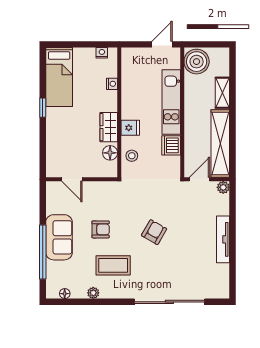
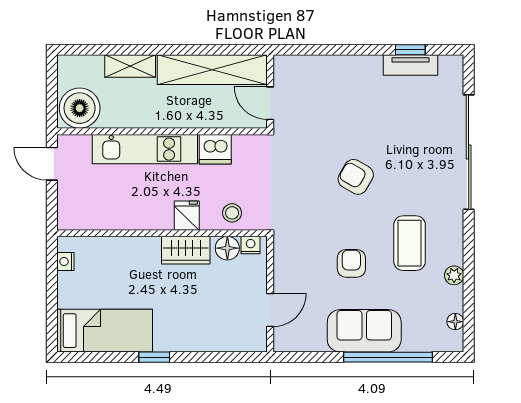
nightstand: (112, 84) -> (251, 245), moved
plant: (223, 187) -> (283, 65), removed
tv unit: (223, 239) -> (410, 65), moved, width x0.71
window: (233, 266) -> (410, 50), added

